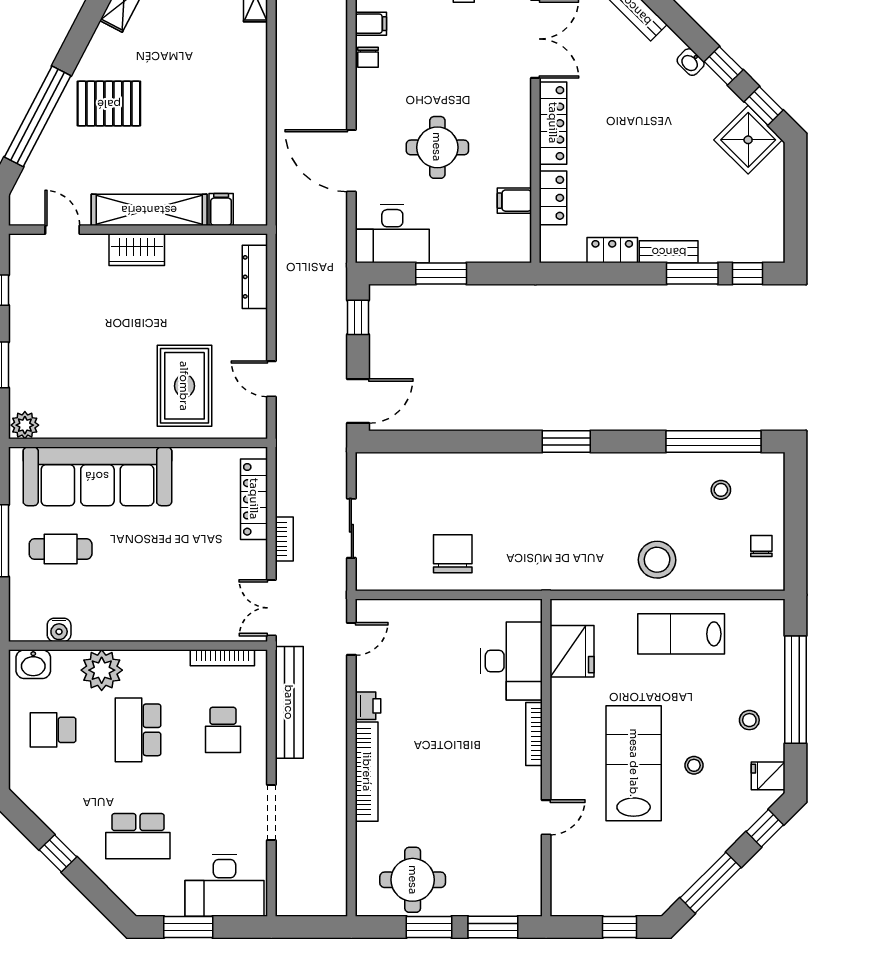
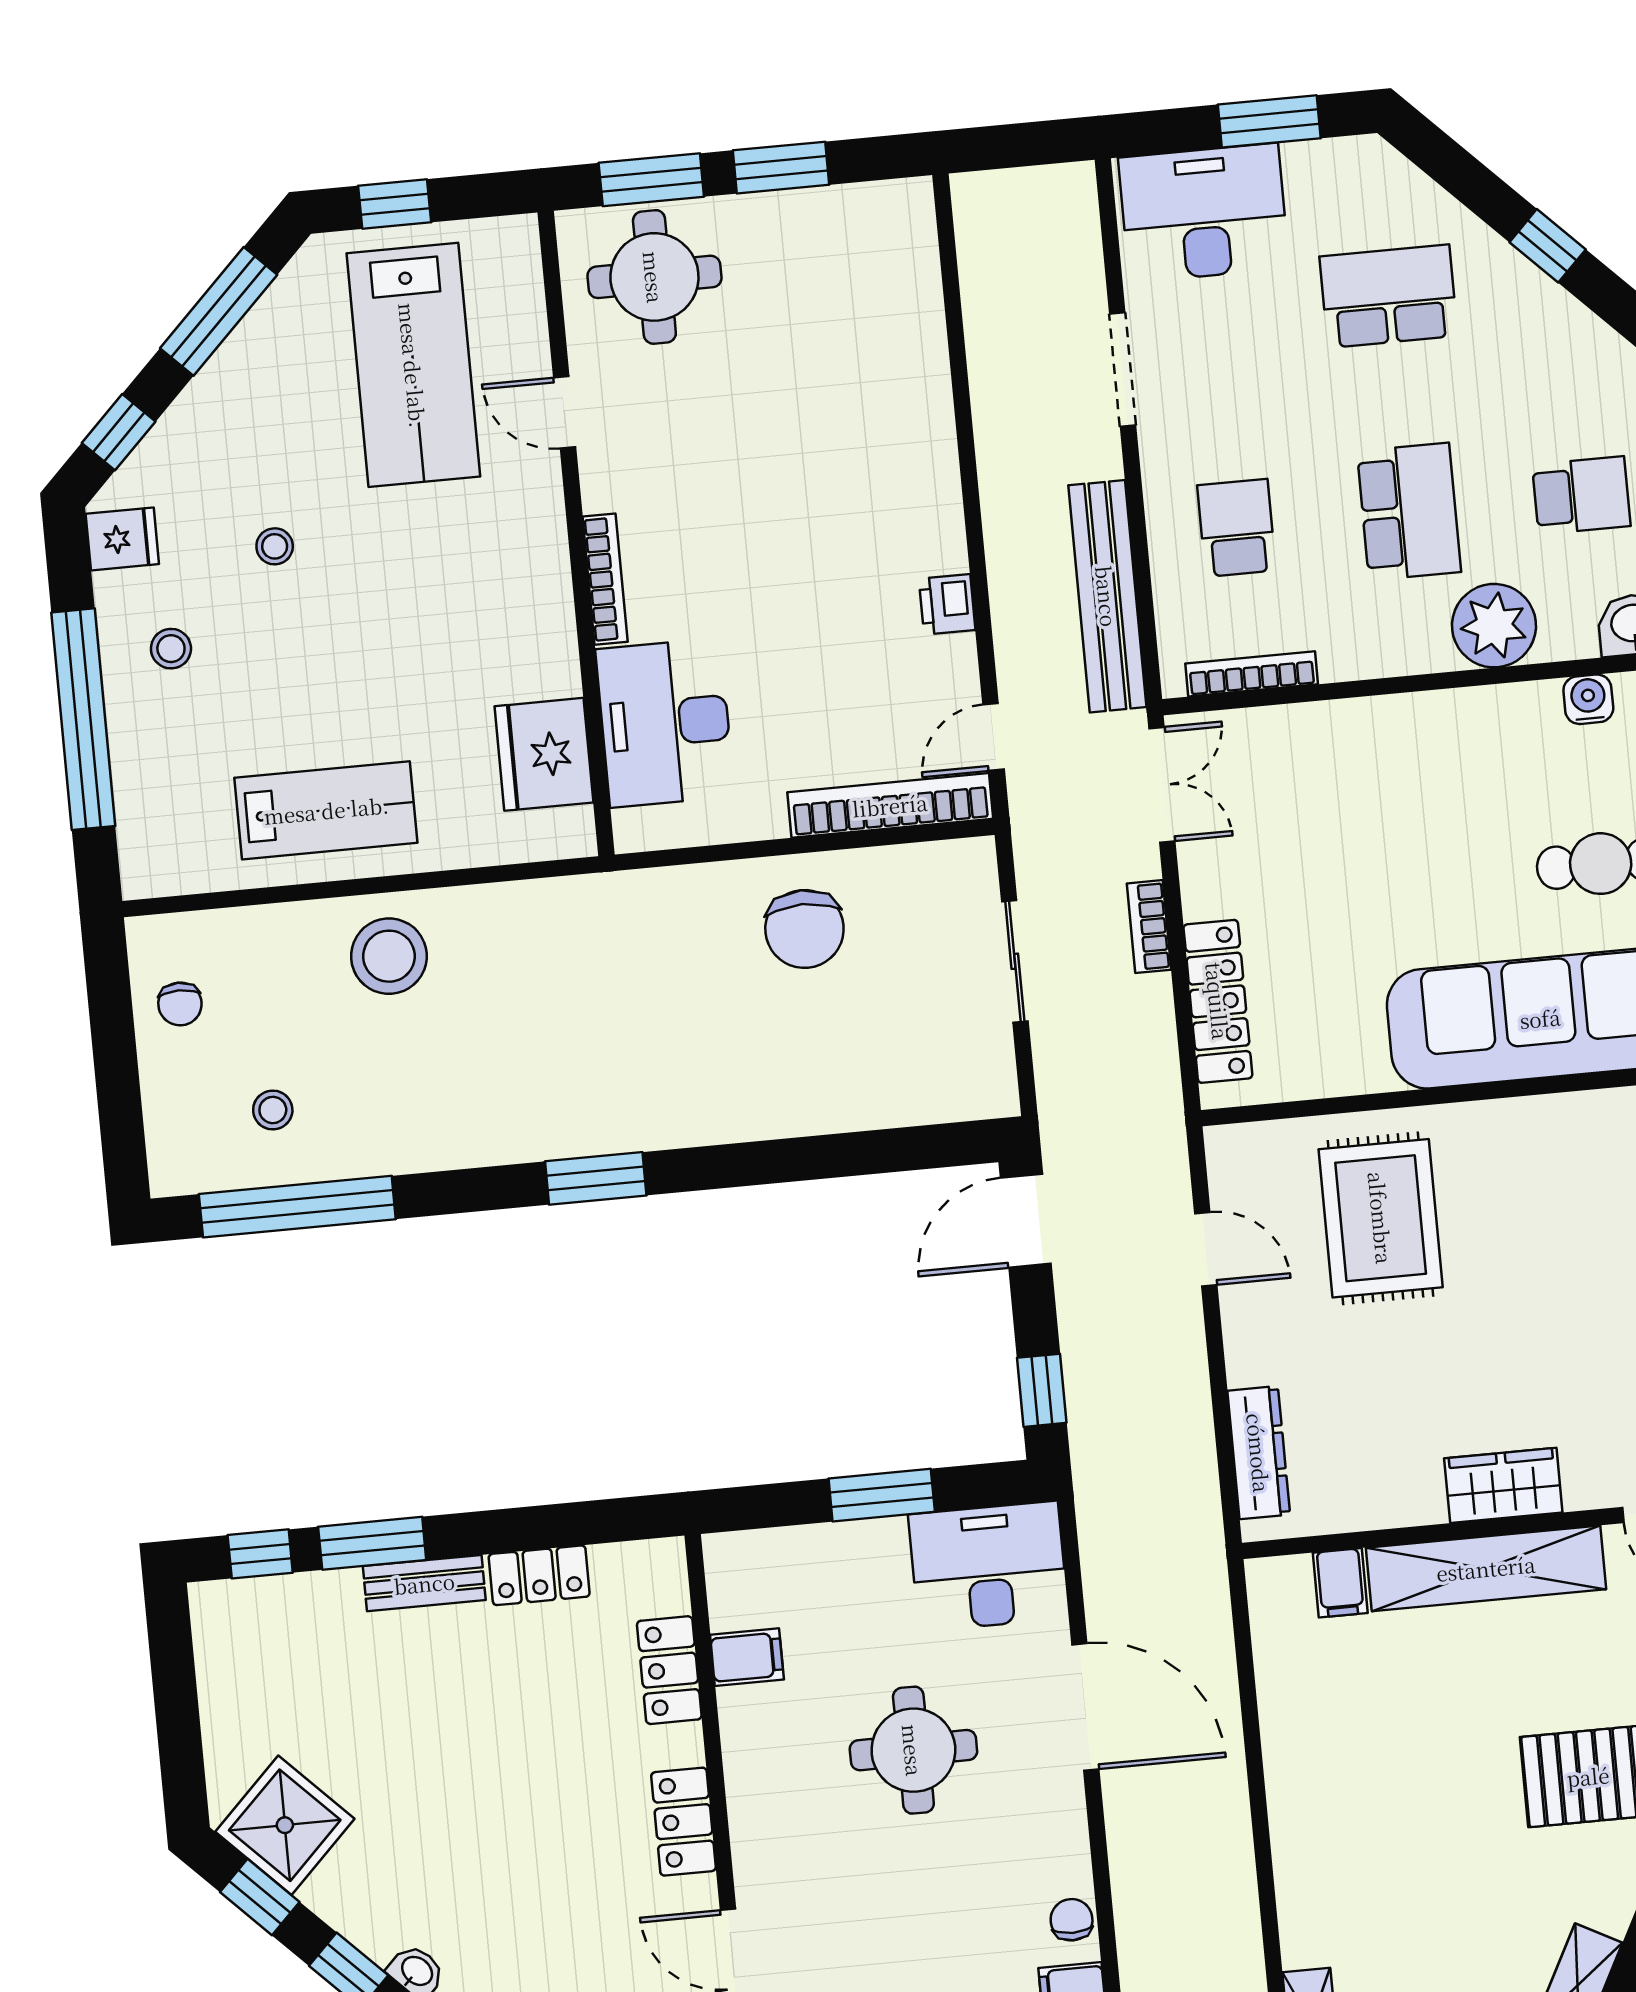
locker: (553, 123) -> (684, 1822), width x0.66
lab bench: (634, 763) -> (413, 365), moved
bookcase: (367, 772) -> (890, 805), moved, turned 90
door: (546, 817) -> (565, 412), hinge flipped
round table: (413, 880) -> (654, 277), moved

